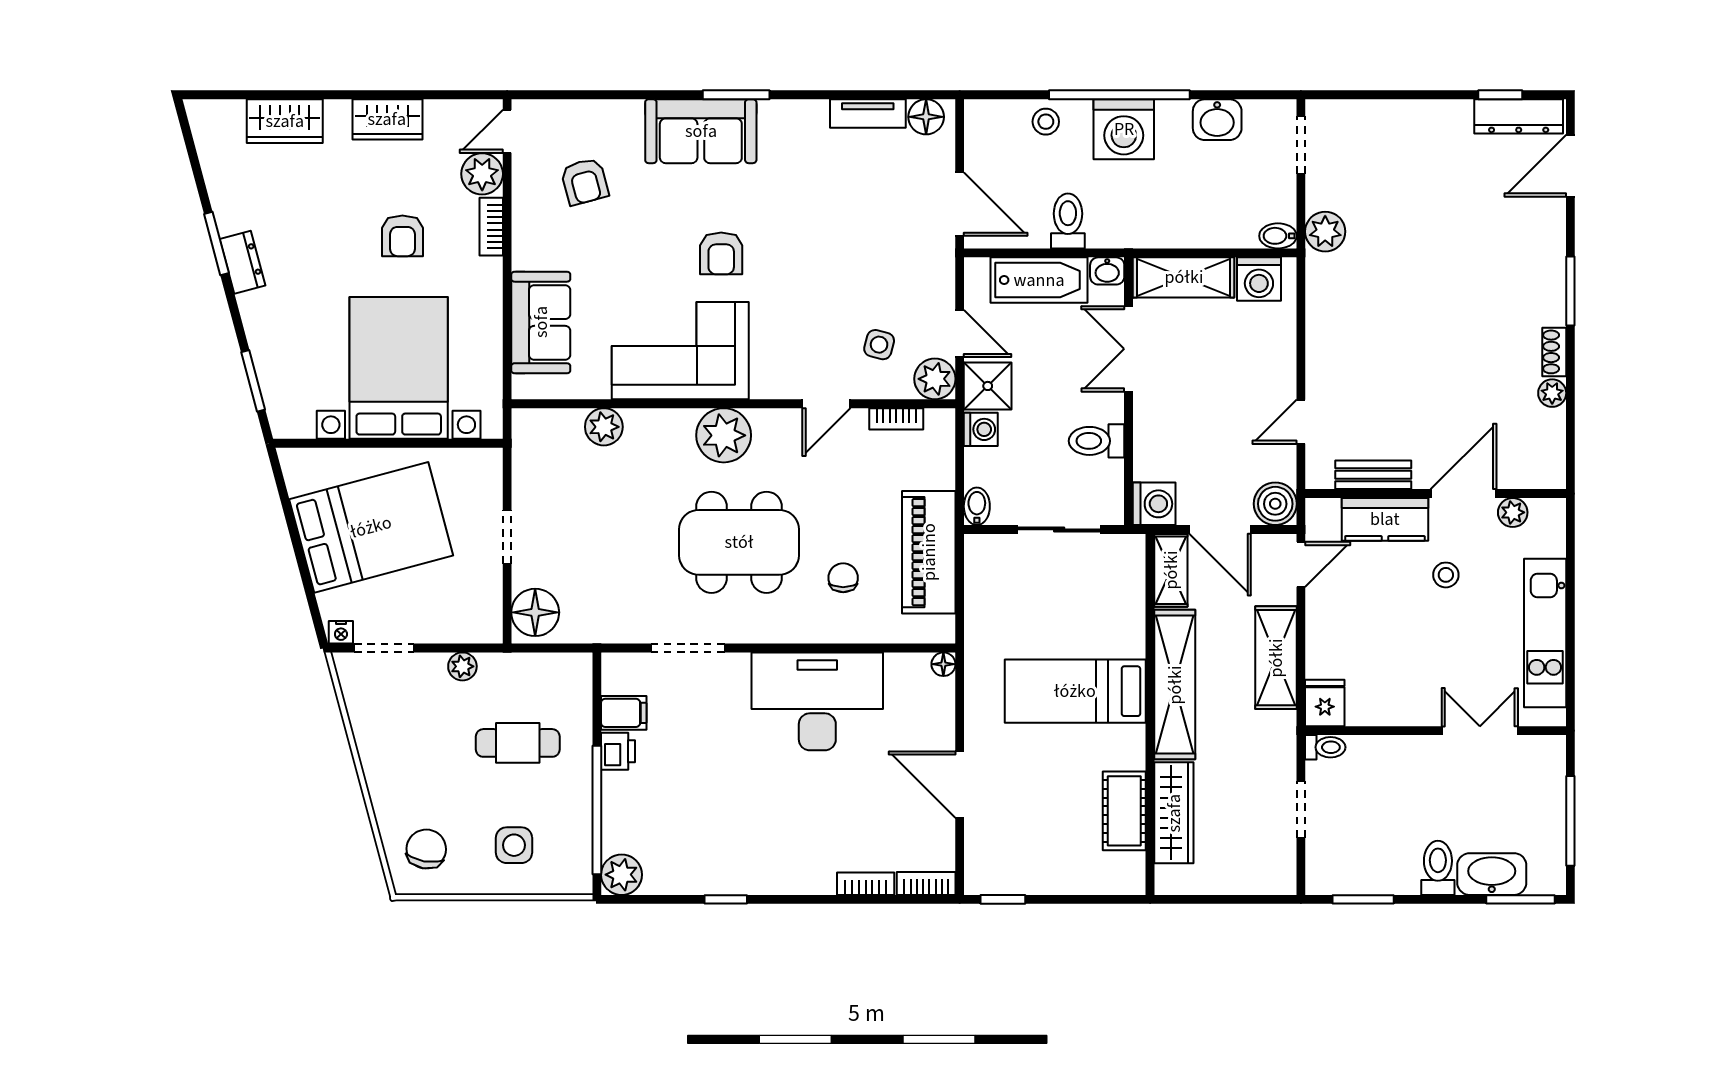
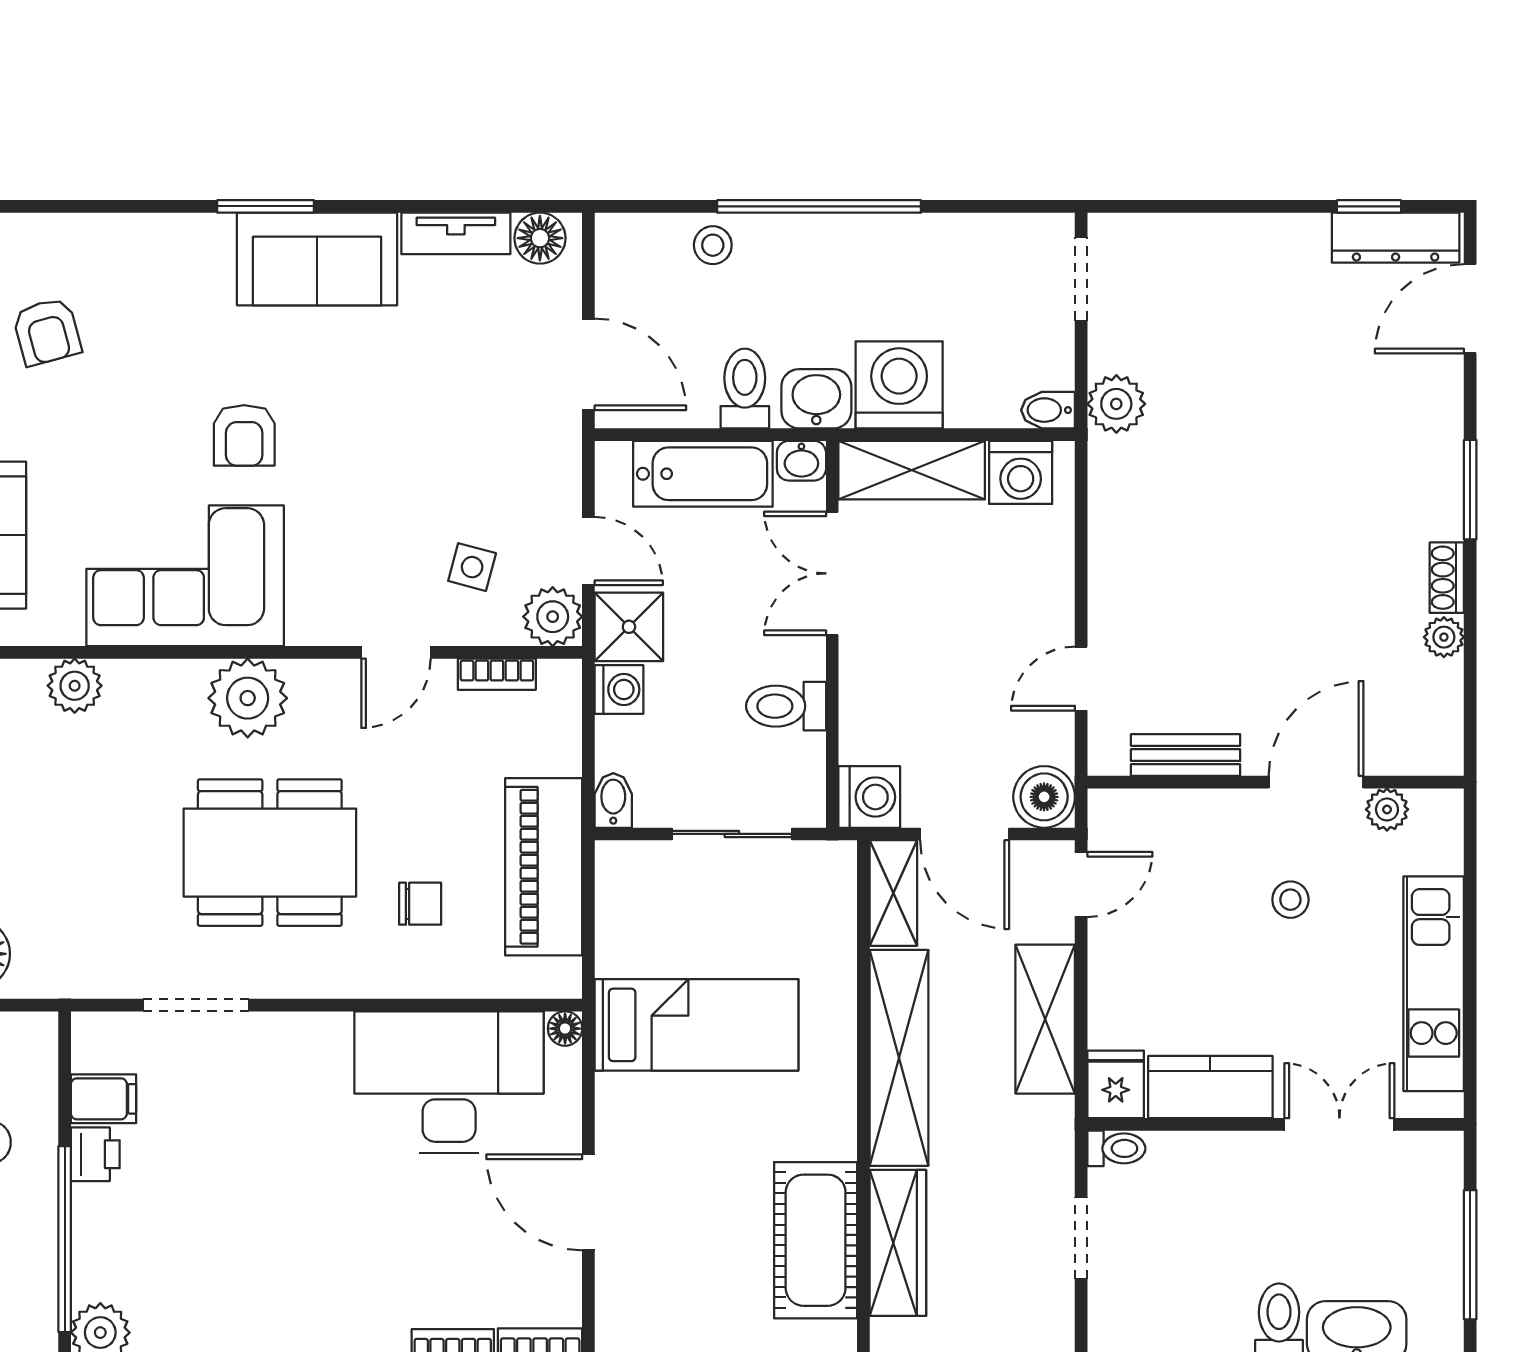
washbasin: (1217, 120) -> (816, 399), moved, turned 180
washing machine: (1124, 129) -> (899, 385), moved, turned 180
sofa: (701, 131) -> (317, 259), moved
kitchen counter: (1385, 519) -> (1210, 1087), moved, turned 180
chair: (843, 578) -> (420, 904), turned 90
bed: (1075, 691) -> (696, 1025), moved, turned 180
desk: (817, 701) -> (449, 1082), moved
cot: (1124, 811) -> (816, 1240), width x1.37, depth x1.34

